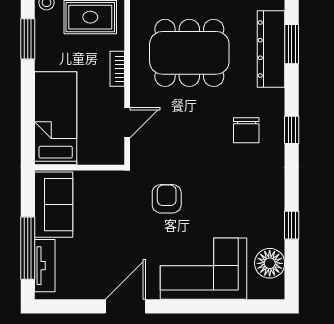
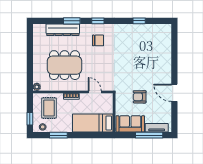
window: (292, 44) -> (72, 21), moved
dining table: (189, 53) -> (64, 65), turned 90
armchair: (167, 199) -> (140, 97), moved
floor lamp: (270, 263) -> (156, 30), removed
corner sofa: (203, 269) -> (158, 59), removed

